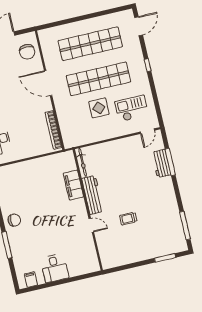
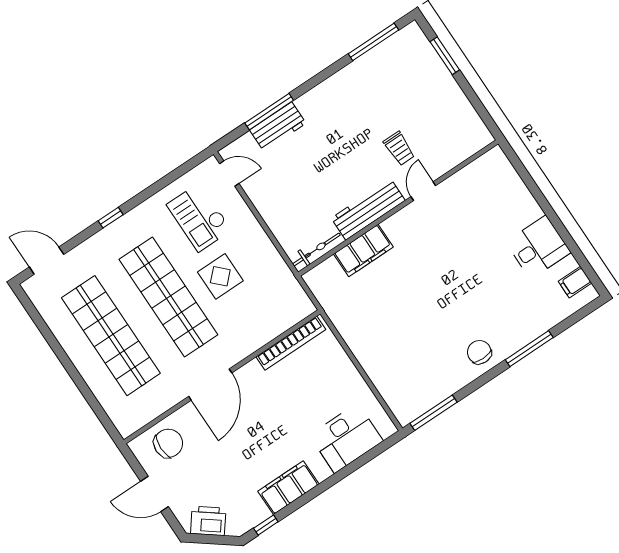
bicycle: (83, 162) -> (316, 250), moved
filing cabinet: (73, 185) -> (363, 251), moved
workbench: (93, 195) -> (368, 209), moved
wall: (88, 210) -> (398, 208), moved
door: (91, 225) -> (423, 191), moved

